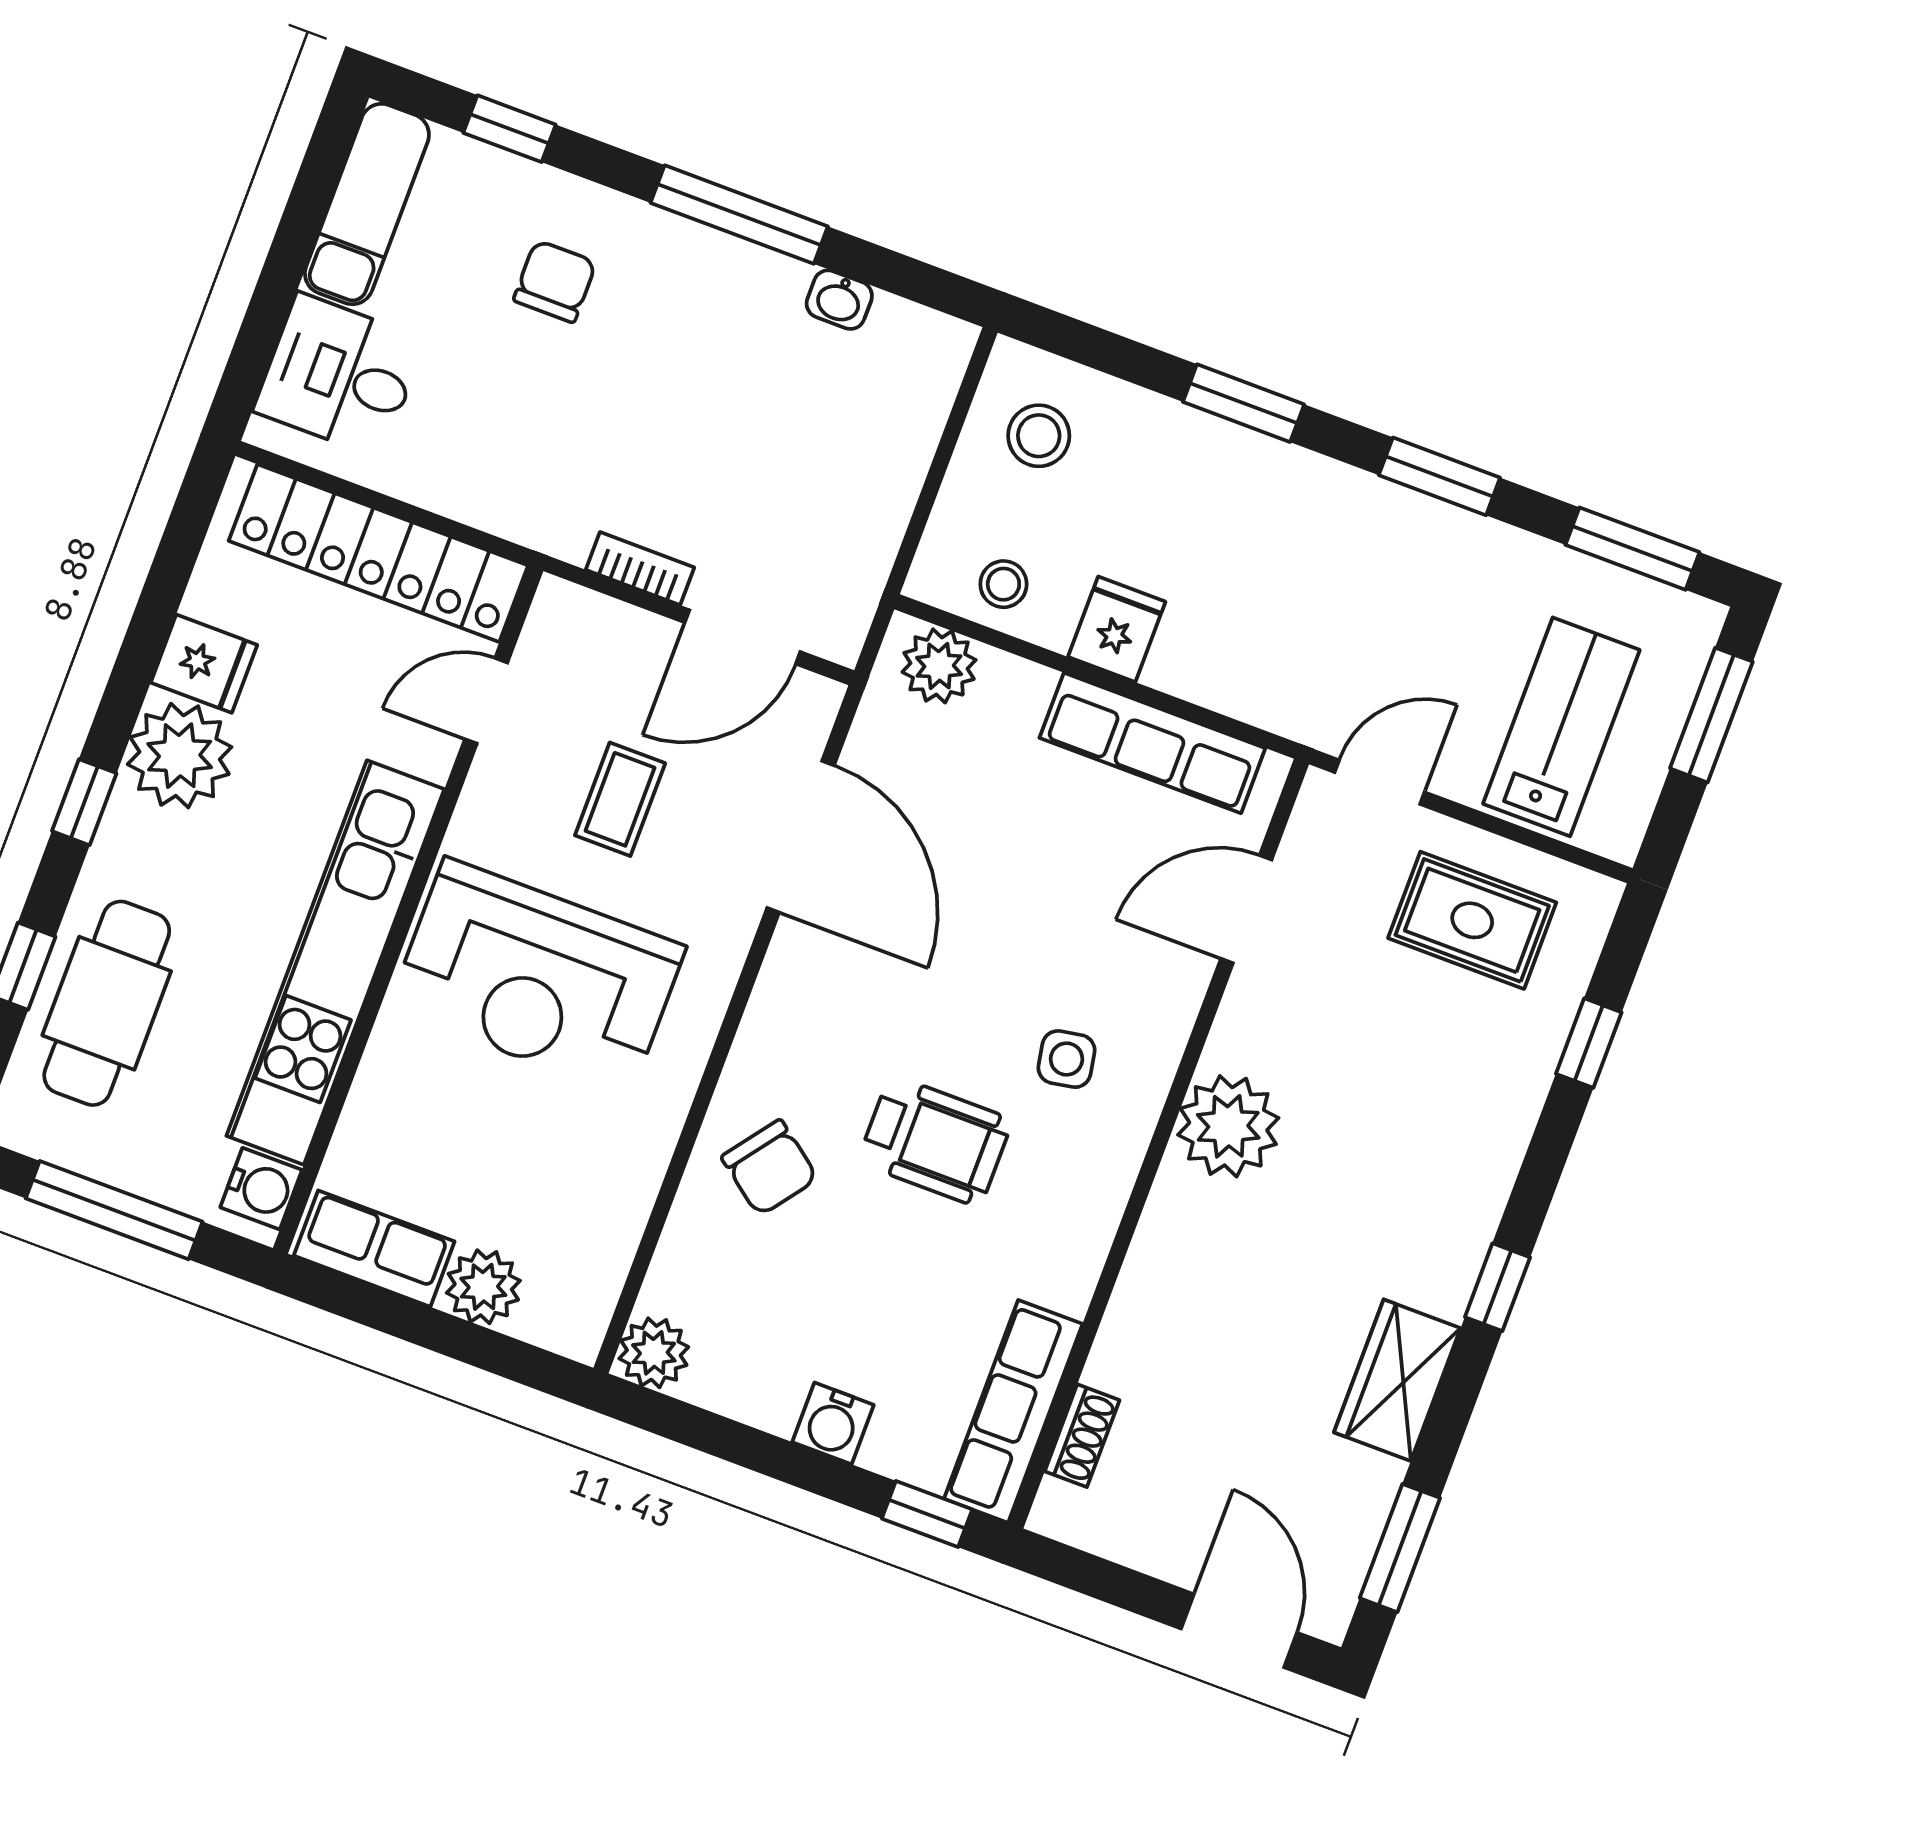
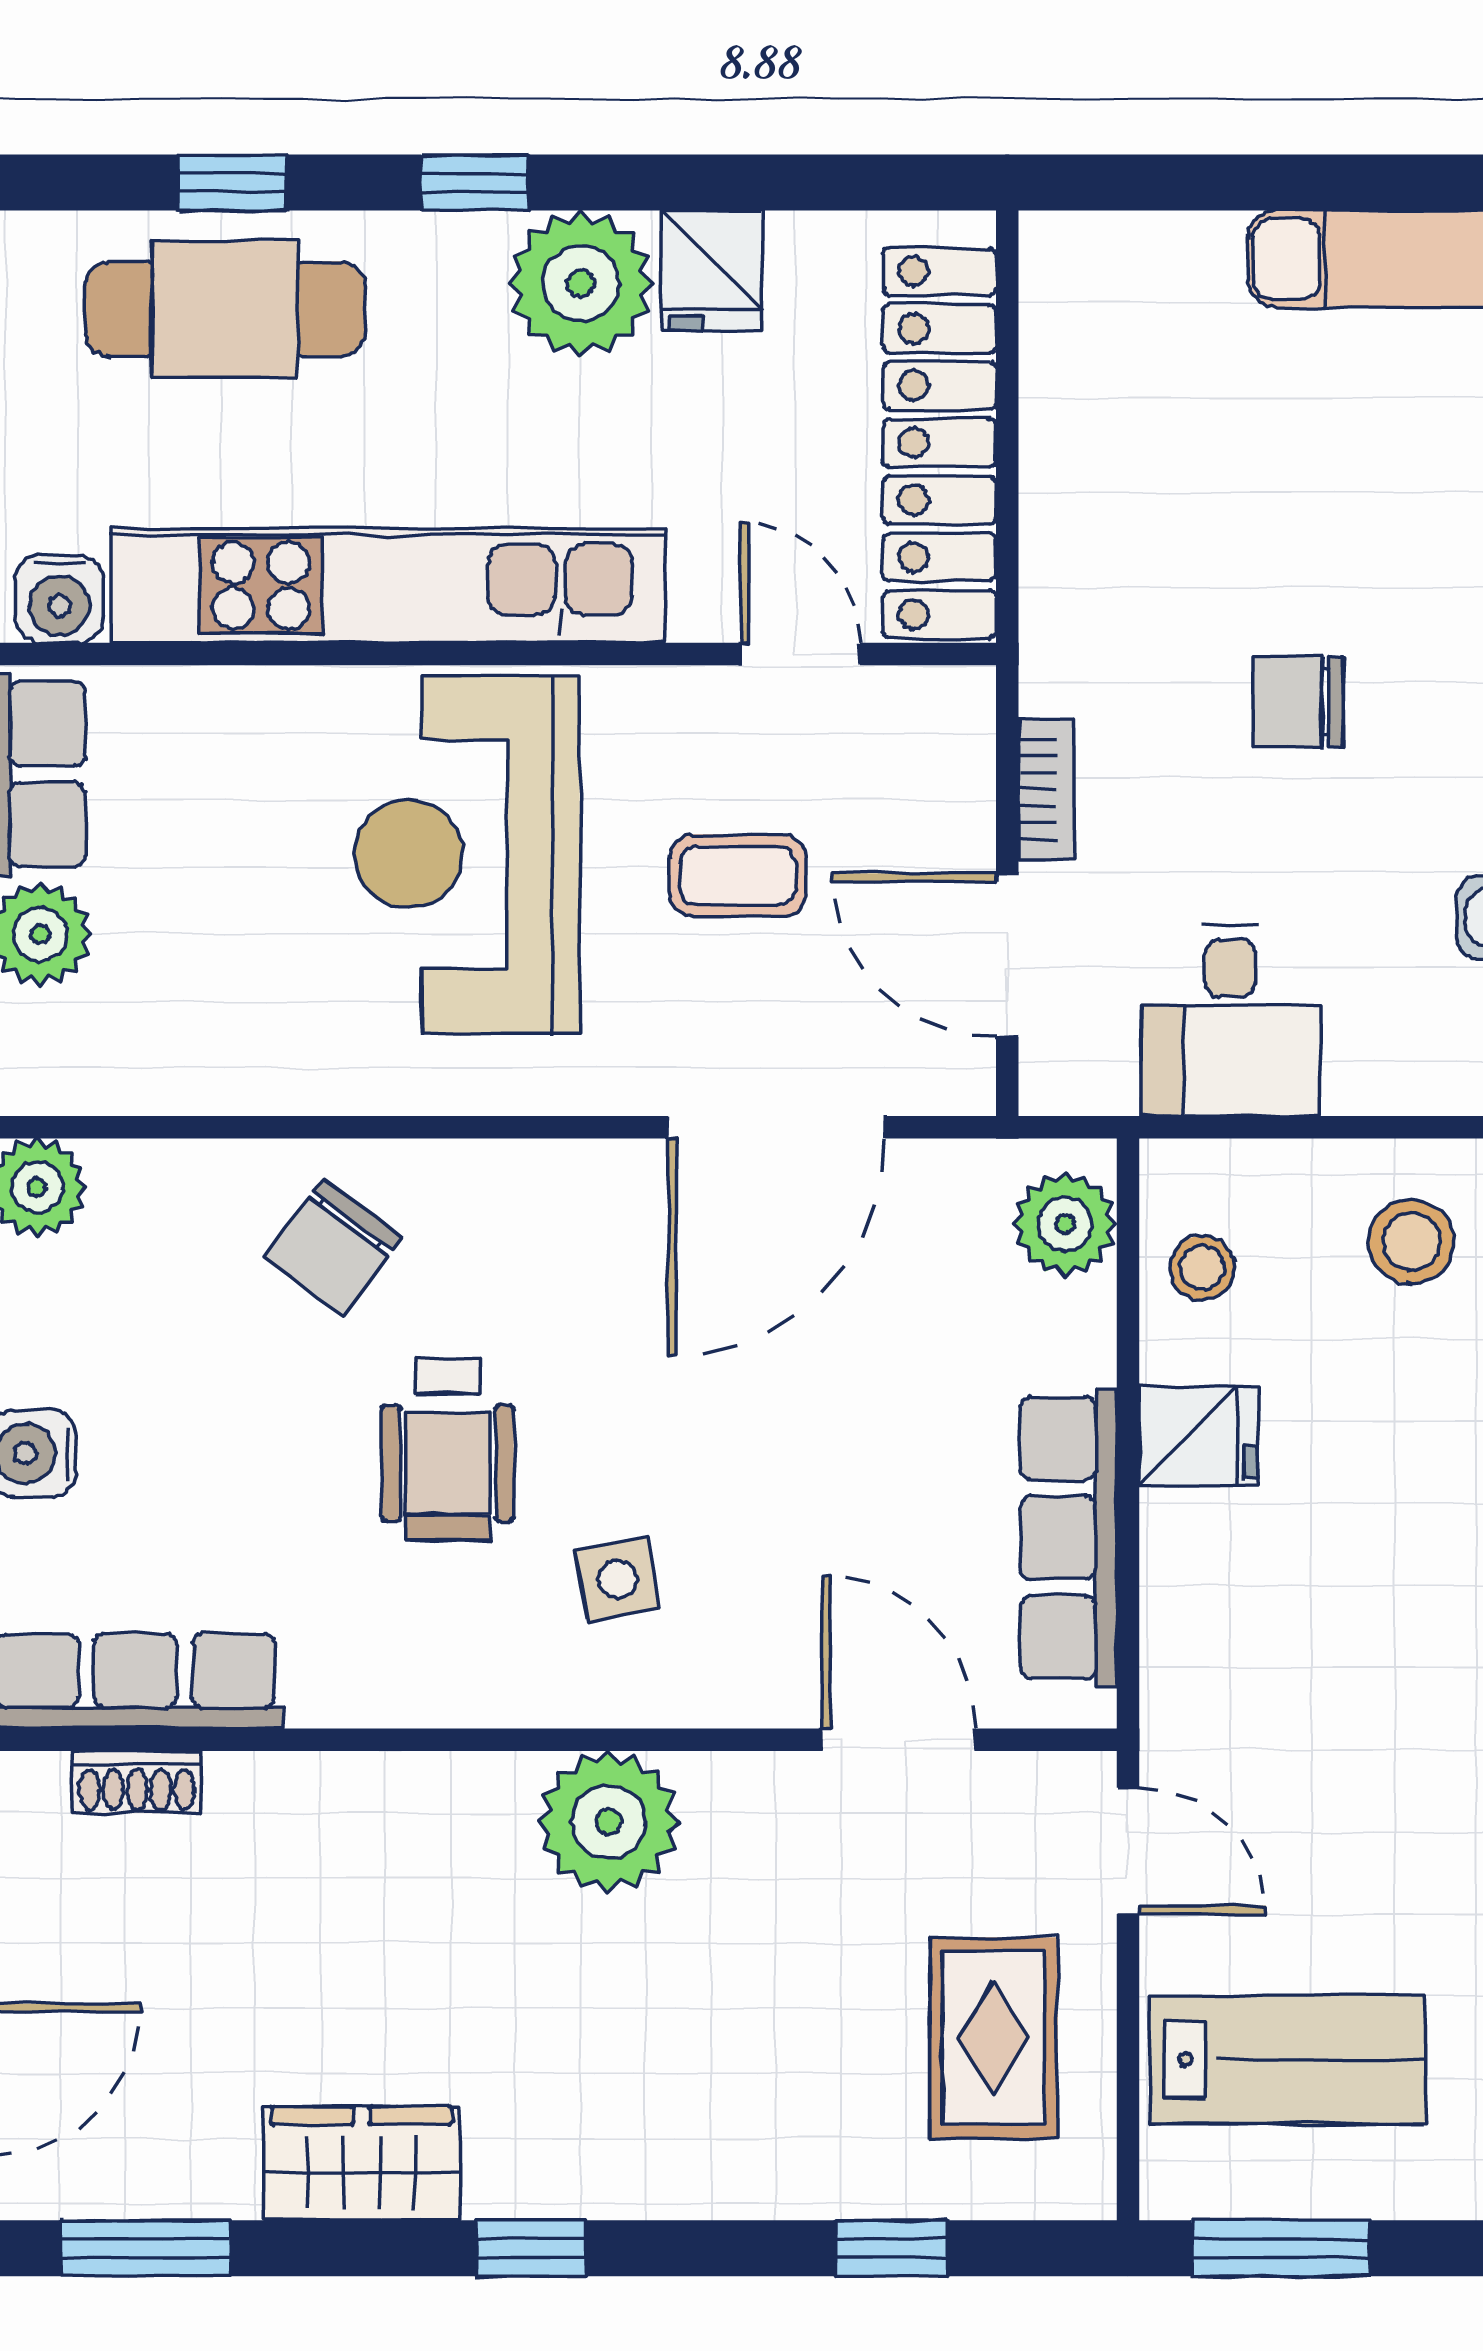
chair: (555, 281) -> (1298, 702), moved, turned 180
desk: (340, 375) -> (1231, 1020), moved, turned 180
window: (1711, 715) -> (1281, 2248), moved

